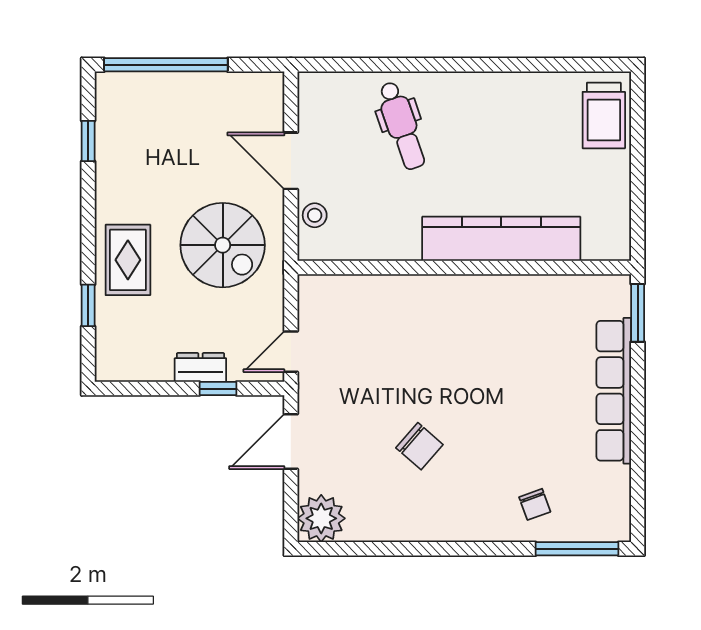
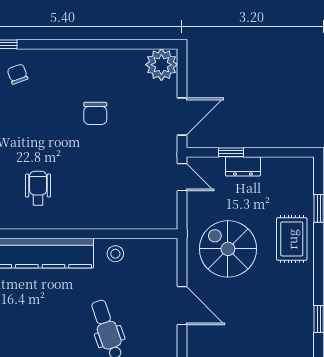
stool: (315, 215) -> (115, 254), moved
wheelchair: (504, 335) -> (38, 188), added
door: (291, 352) -> (182, 177), hinge flipped
chair: (419, 446) -> (95, 113), turned -131

